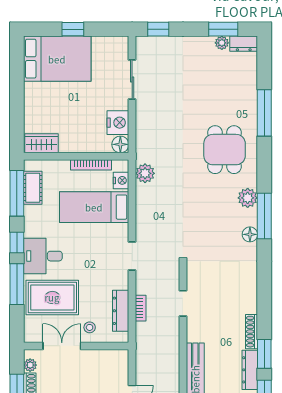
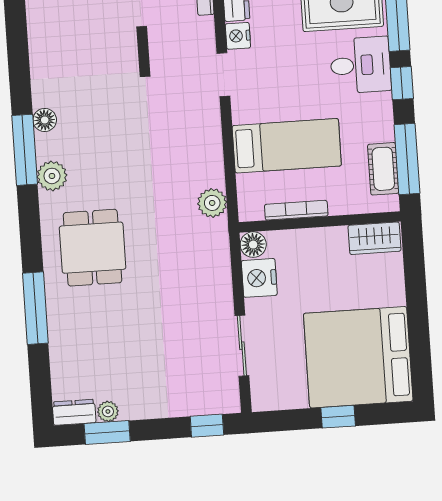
bed: (57, 59) -> (358, 357), width x1.36
nightstand: (121, 180) -> (238, 36), moved

